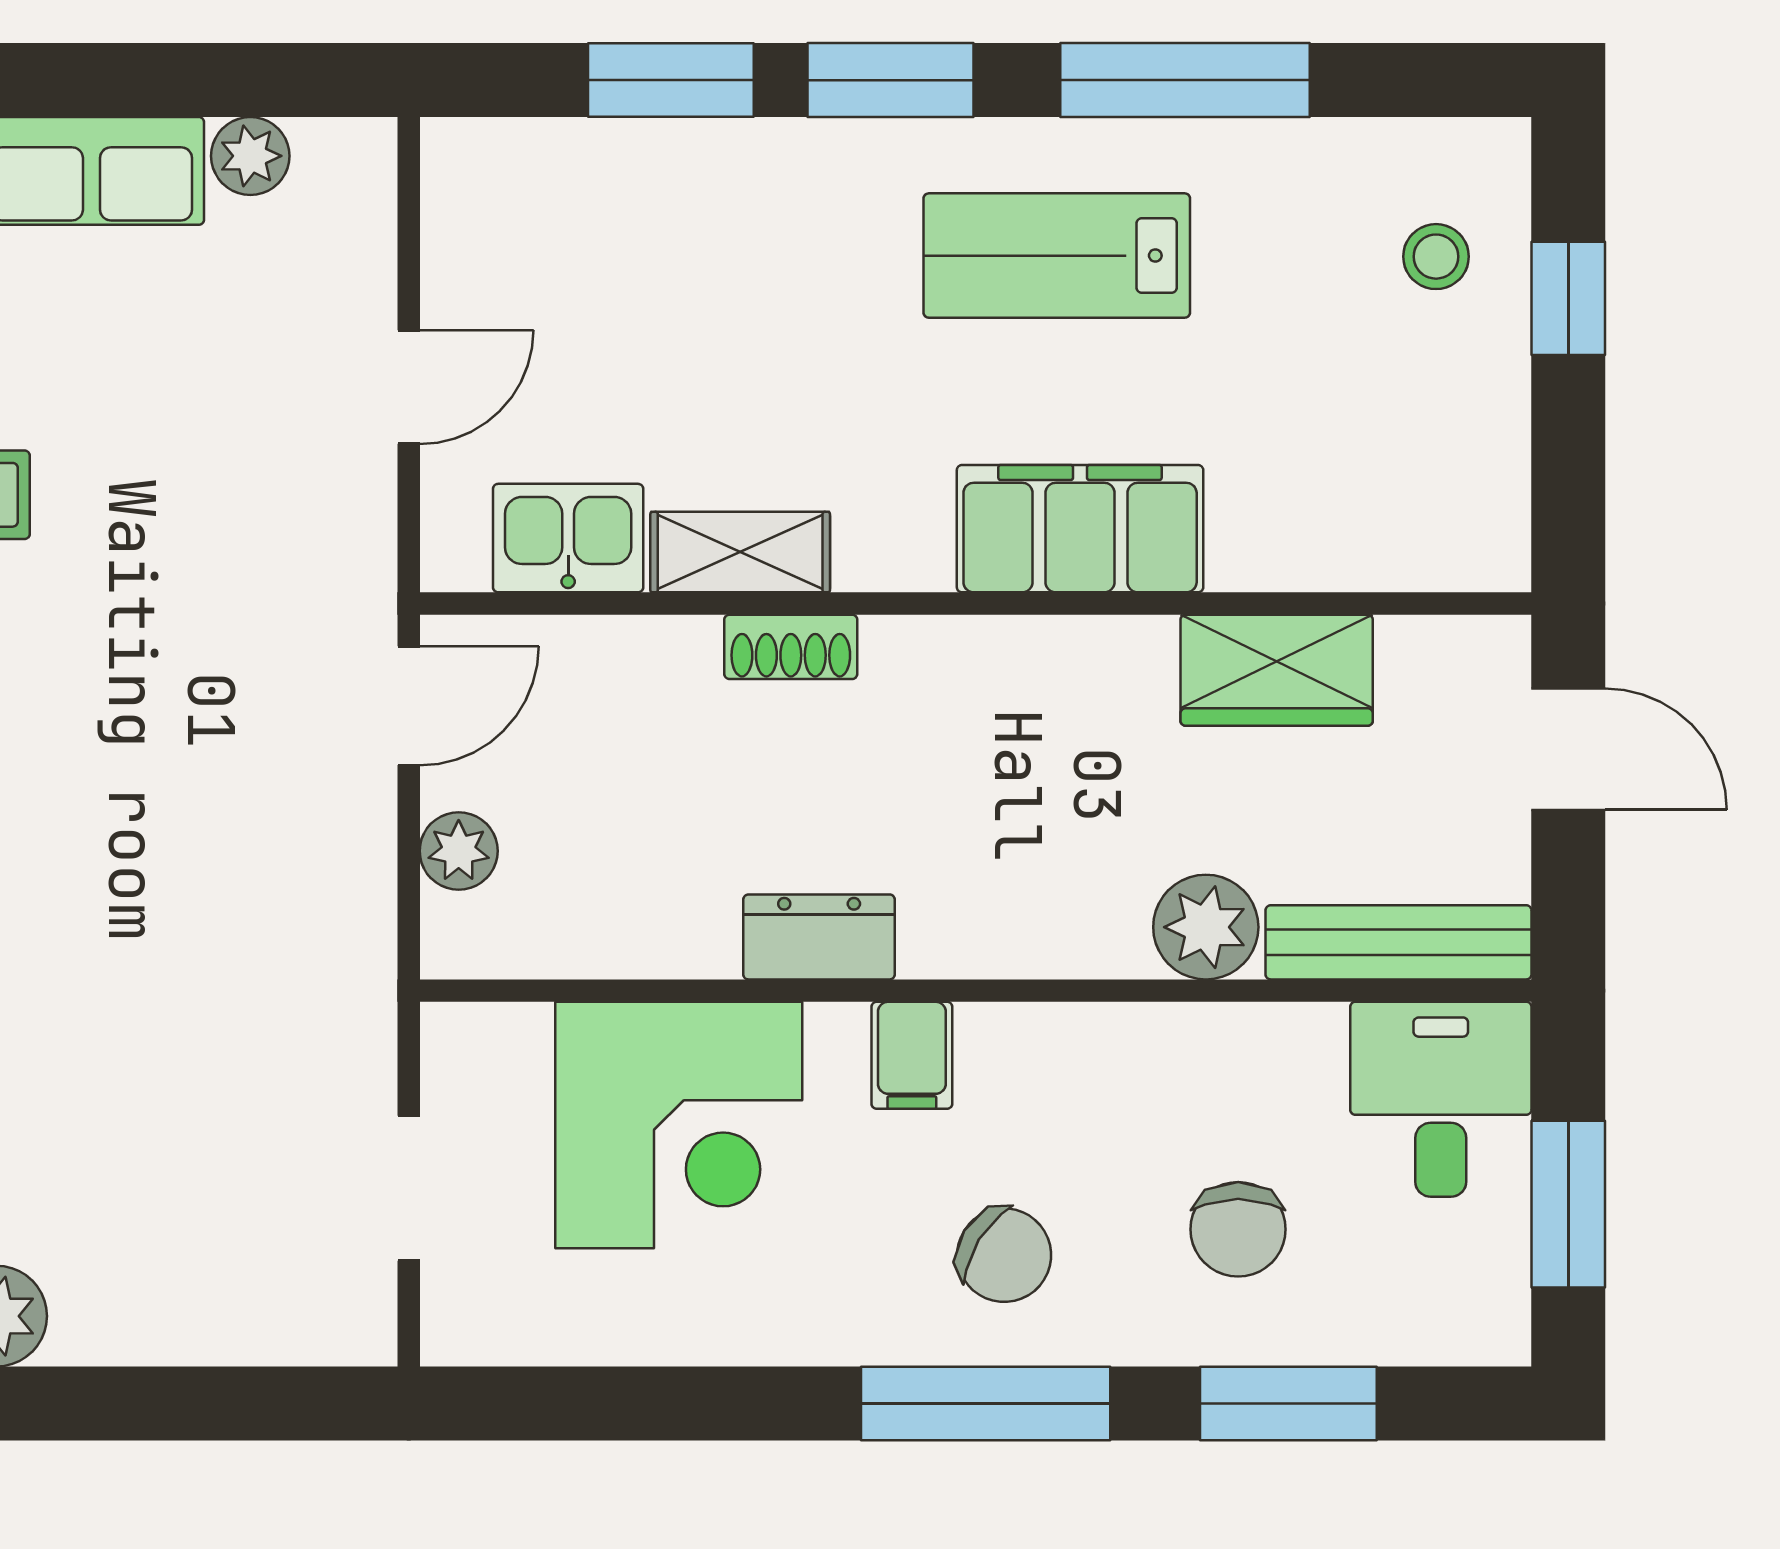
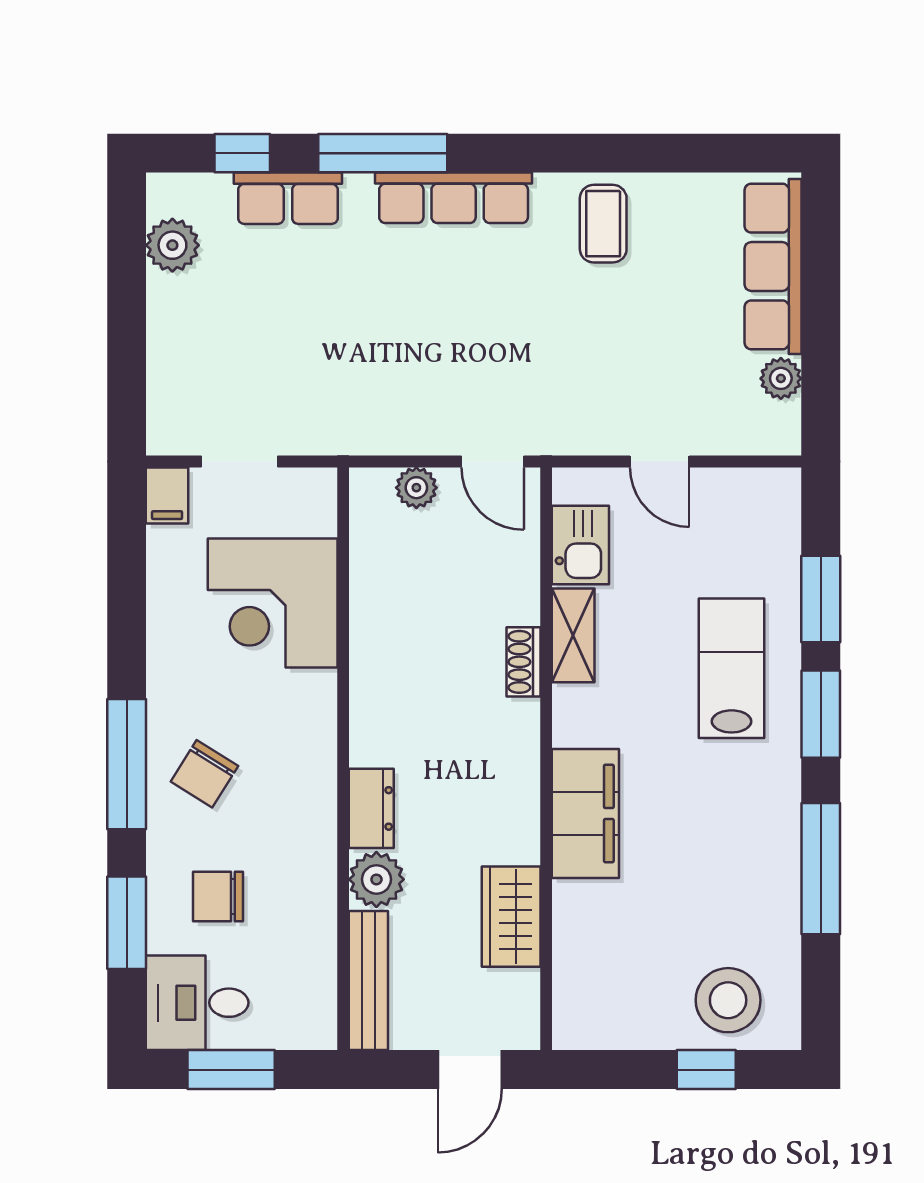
lab bench: (1057, 256) -> (732, 668), moved
stool: (1436, 257) -> (728, 1000), width x1.89, depth x1.89
dresser: (819, 937) -> (371, 808), moved
filing cabinet: (912, 1055) -> (167, 495), moved, turned -90
desk: (1441, 1099) -> (197, 1003), moved, turned 180

